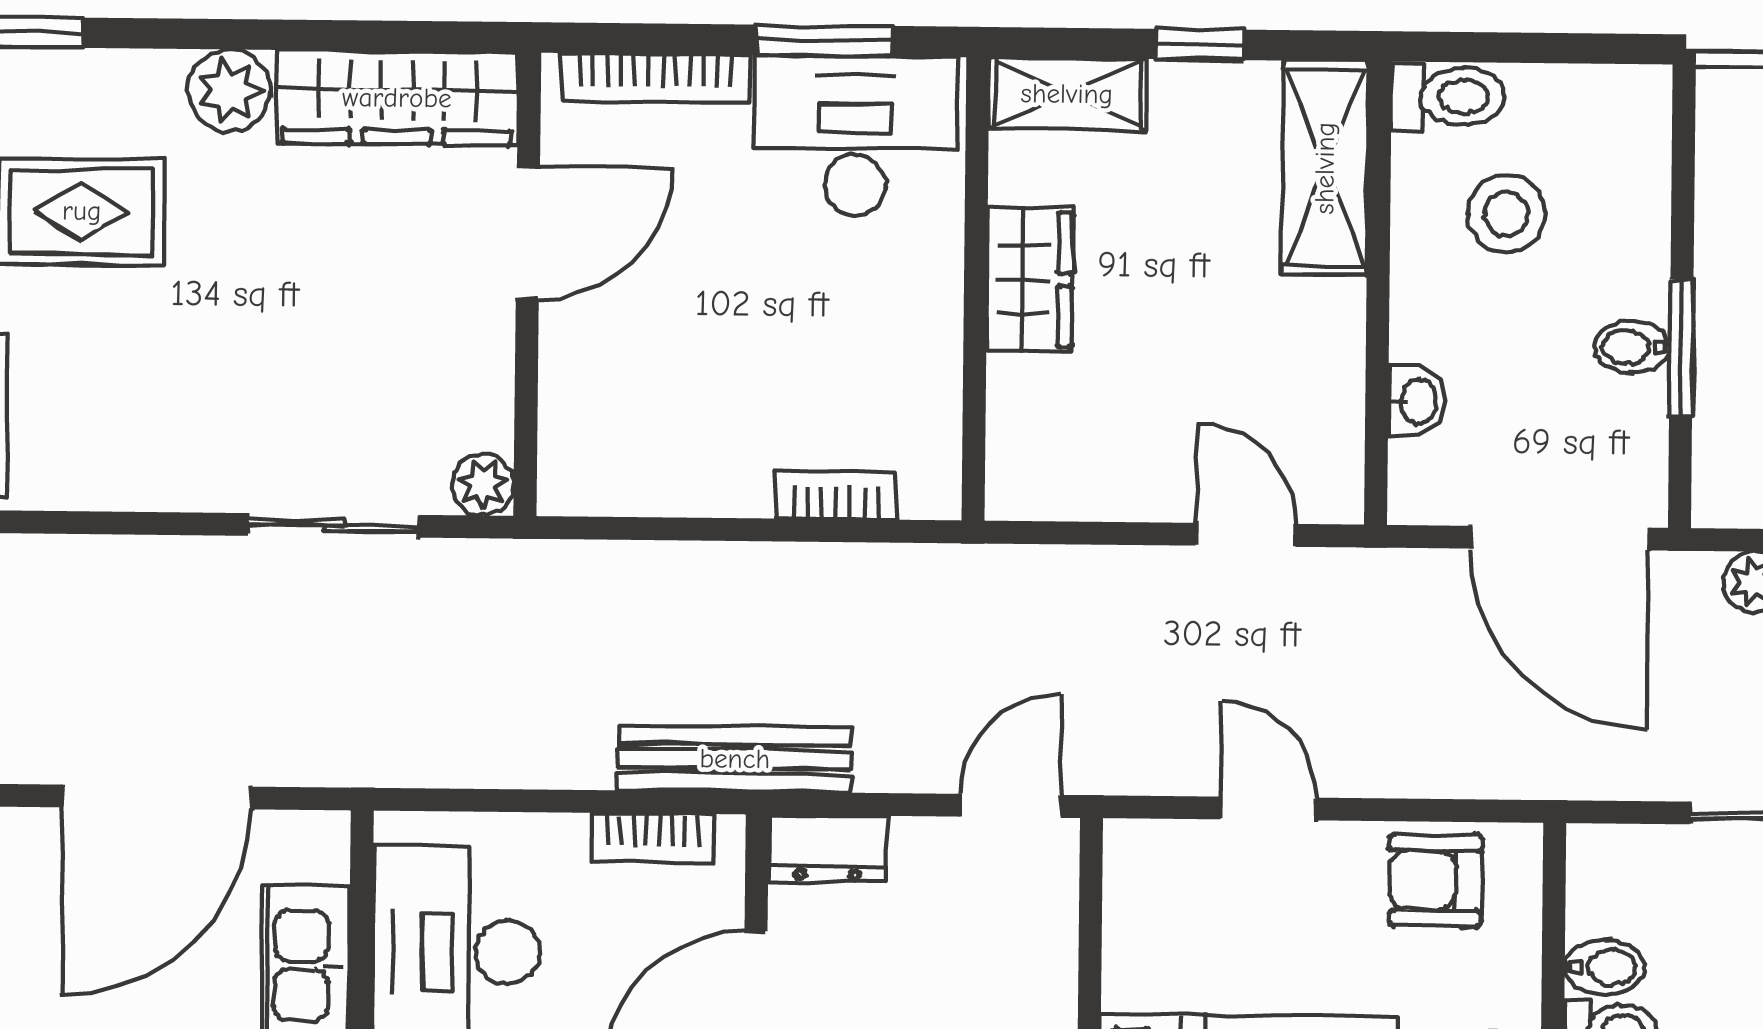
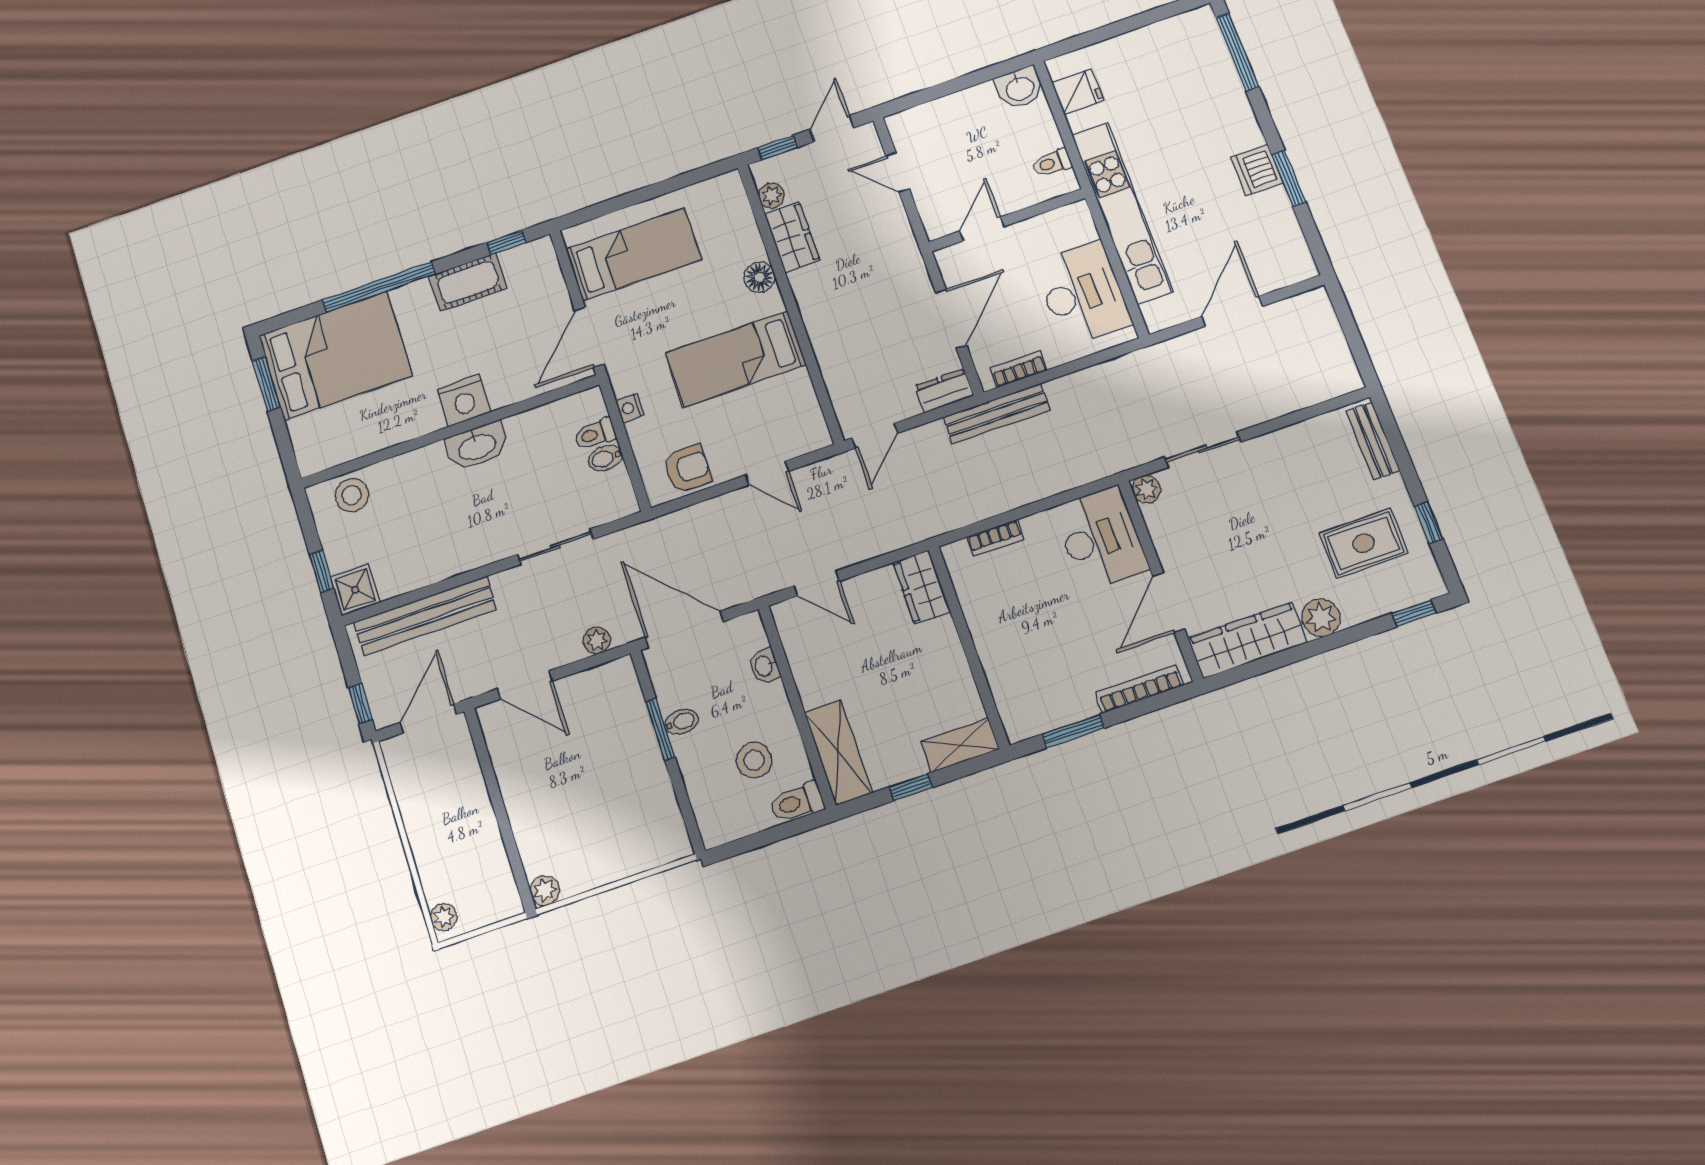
desk: (856, 136) -> (1101, 539), moved, turned -90
wardrobe: (1029, 279) -> (922, 587), moved
door: (157, 797) -> (1232, 311), width x0.73

